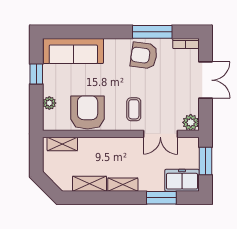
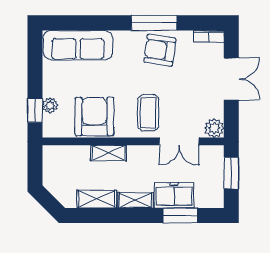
window: (152, 32) -> (154, 23), moved
window: (36, 74) -> (35, 111), moved
coffee table: (134, 109) -> (148, 113), width x1.36, depth x1.30
shelving: (62, 144) -> (108, 153), moved
freezer: (182, 180) -> (174, 195), moved

